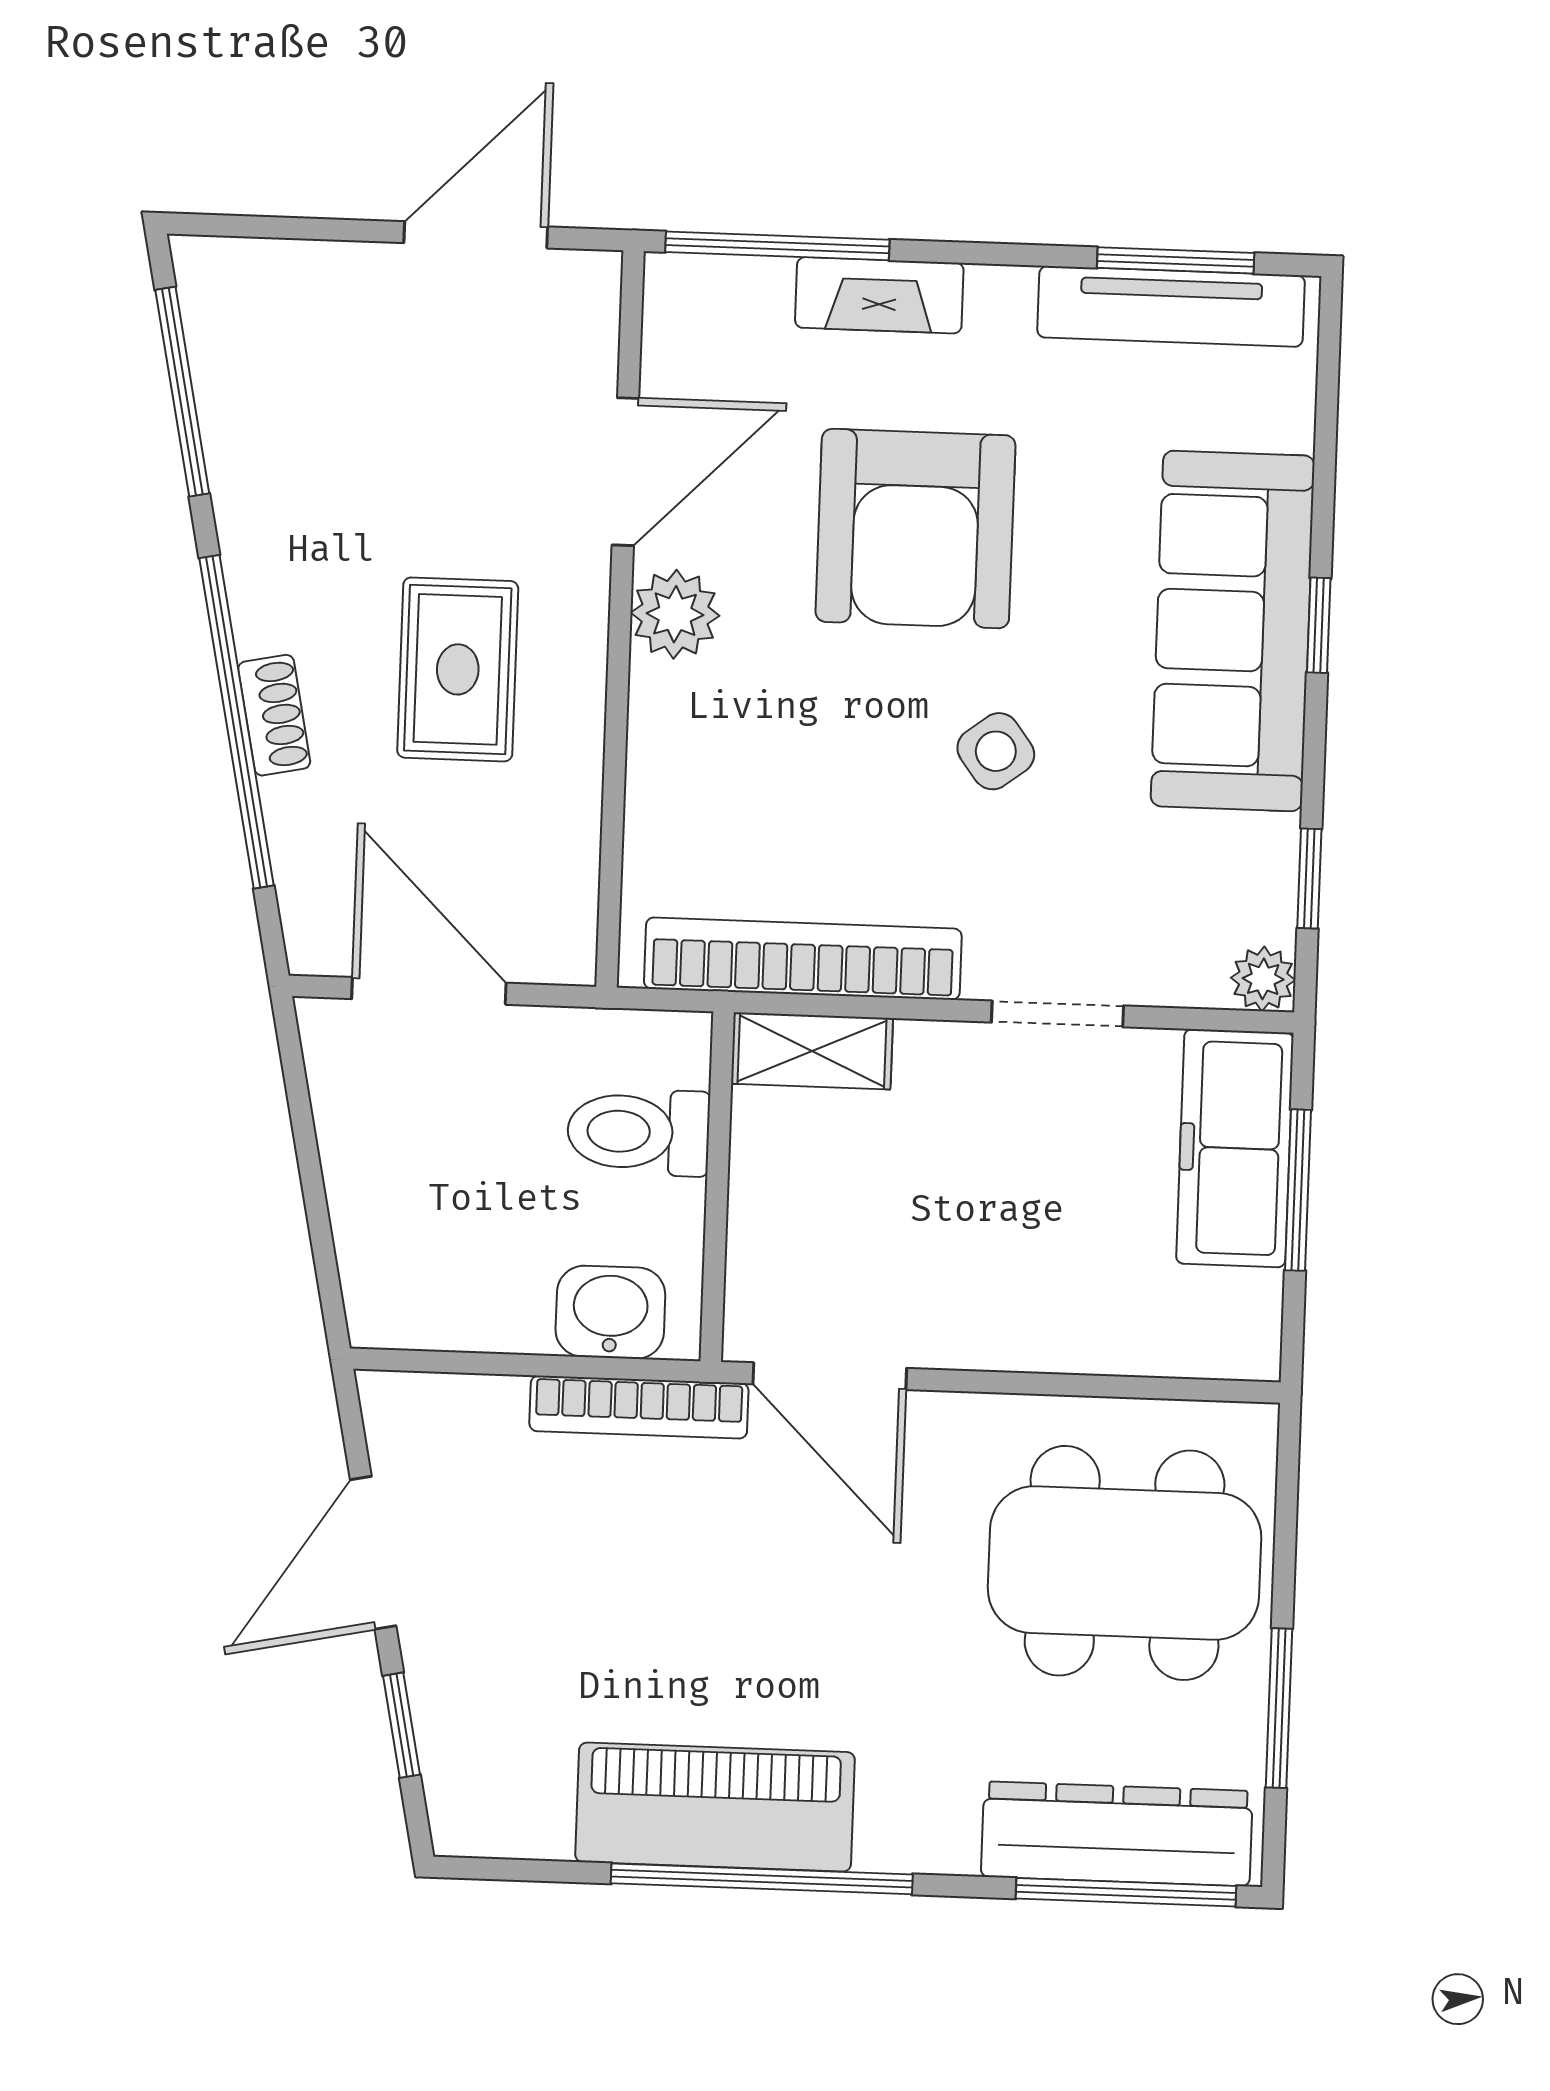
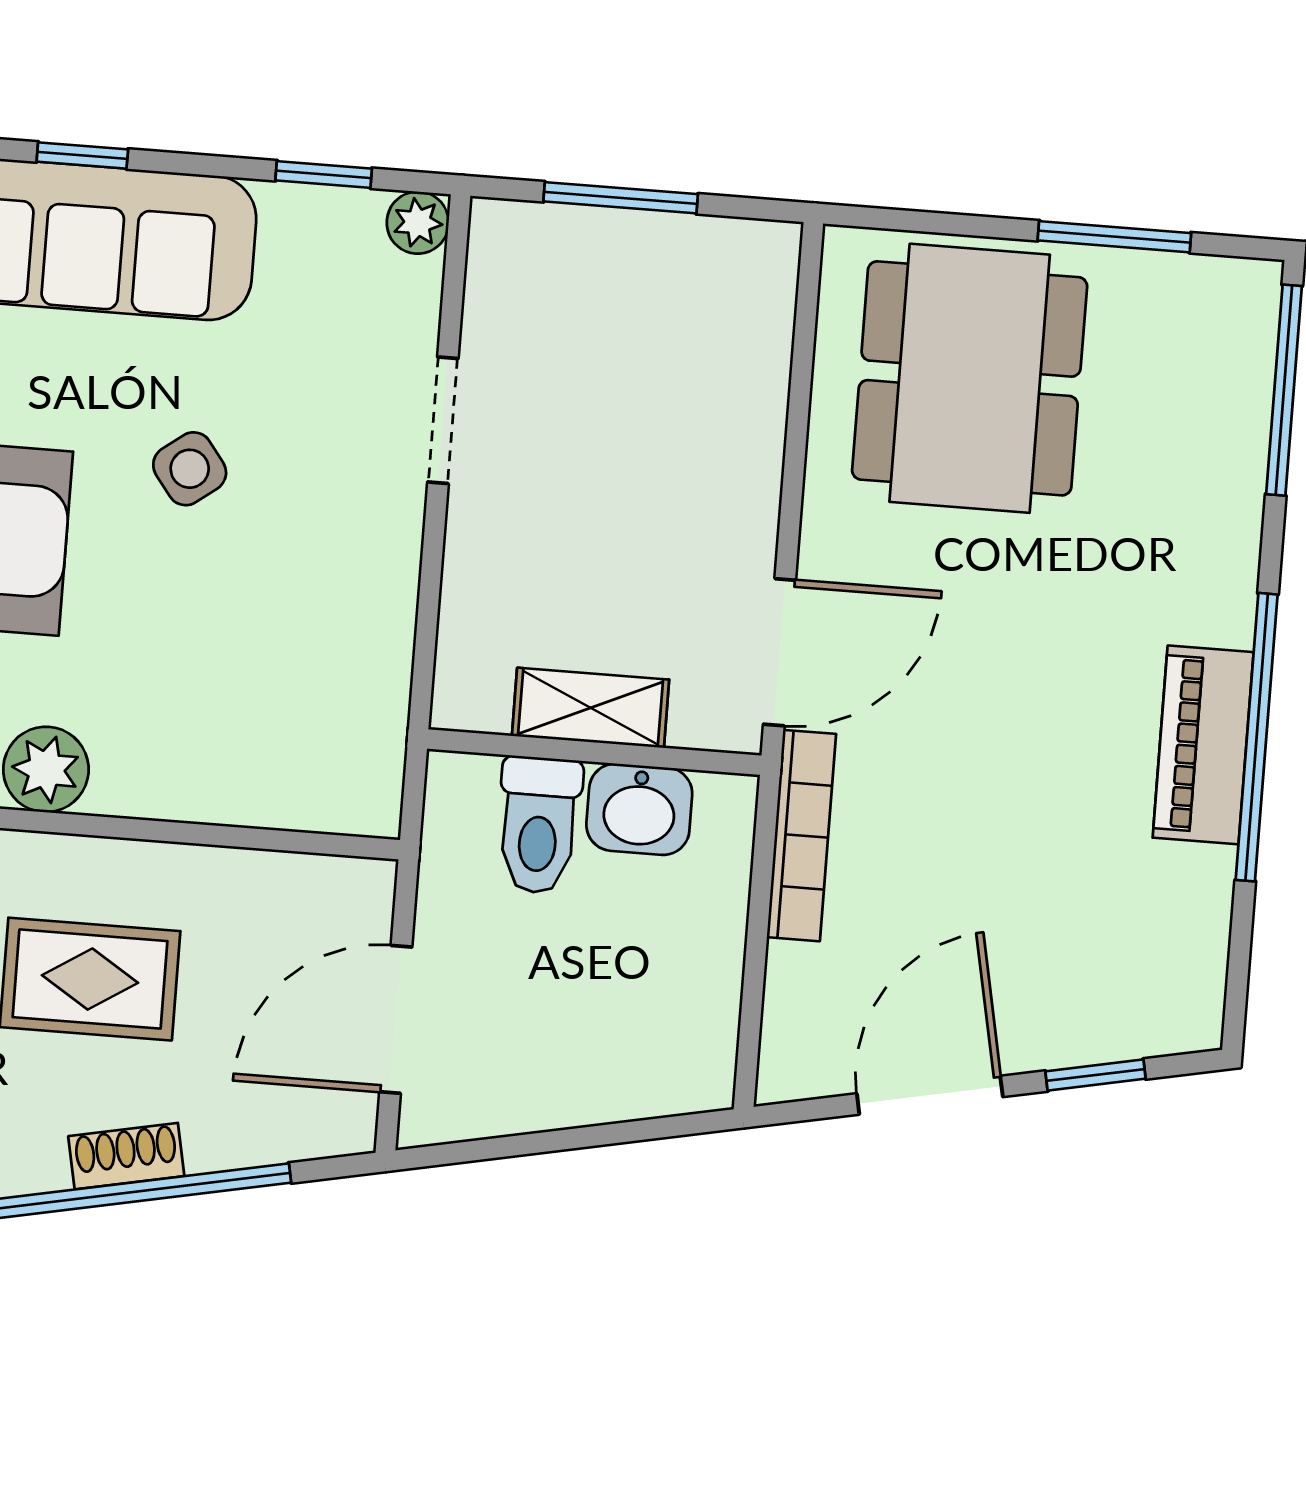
bookcase: (803, 959) -> (380, 661), removed
shelving: (812, 1051) -> (591, 708), moved, turned 90
freezer: (1235, 1148) -> (578, 256), removed
washbasin: (610, 1312) -> (639, 809), moved, turned -90
door: (373, 1553) -> (930, 1095), swing flipped
piano: (715, 1807) -> (1203, 745), width x0.73, depth x0.75
dresser: (1117, 1834) -> (1228, 397), removed

